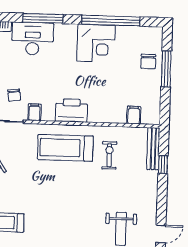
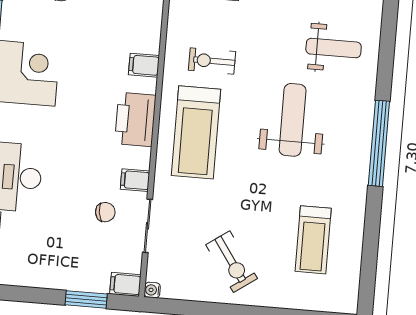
filing cabinet: (134, 115) -> (144, 65), moved
weight bench: (76, 206) -> (293, 120), added

